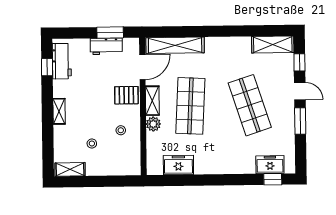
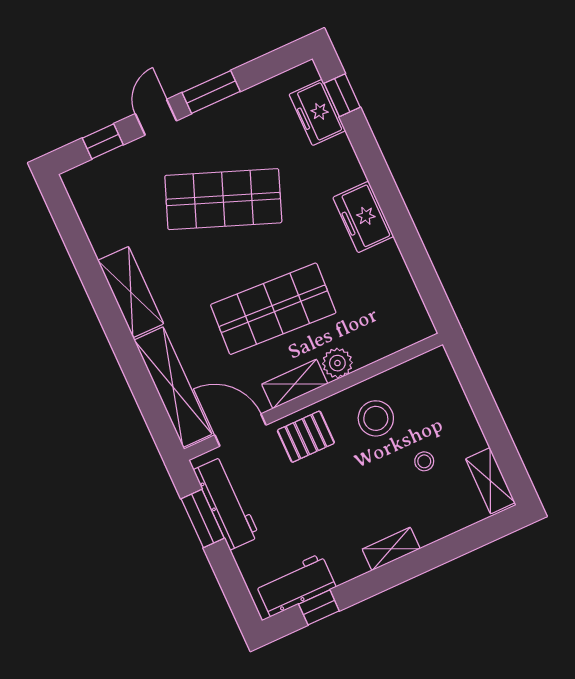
shelving: (273, 44) -> (131, 292), moved
workbench: (106, 46) -> (227, 503), width x1.37
pallet: (126, 95) -> (306, 437), turned 90
shop shelf: (250, 105) -> (223, 199), turned 39
stool: (121, 130) -> (376, 418), width x1.89, depth x1.89
freezer: (178, 165) -> (363, 217), moved

